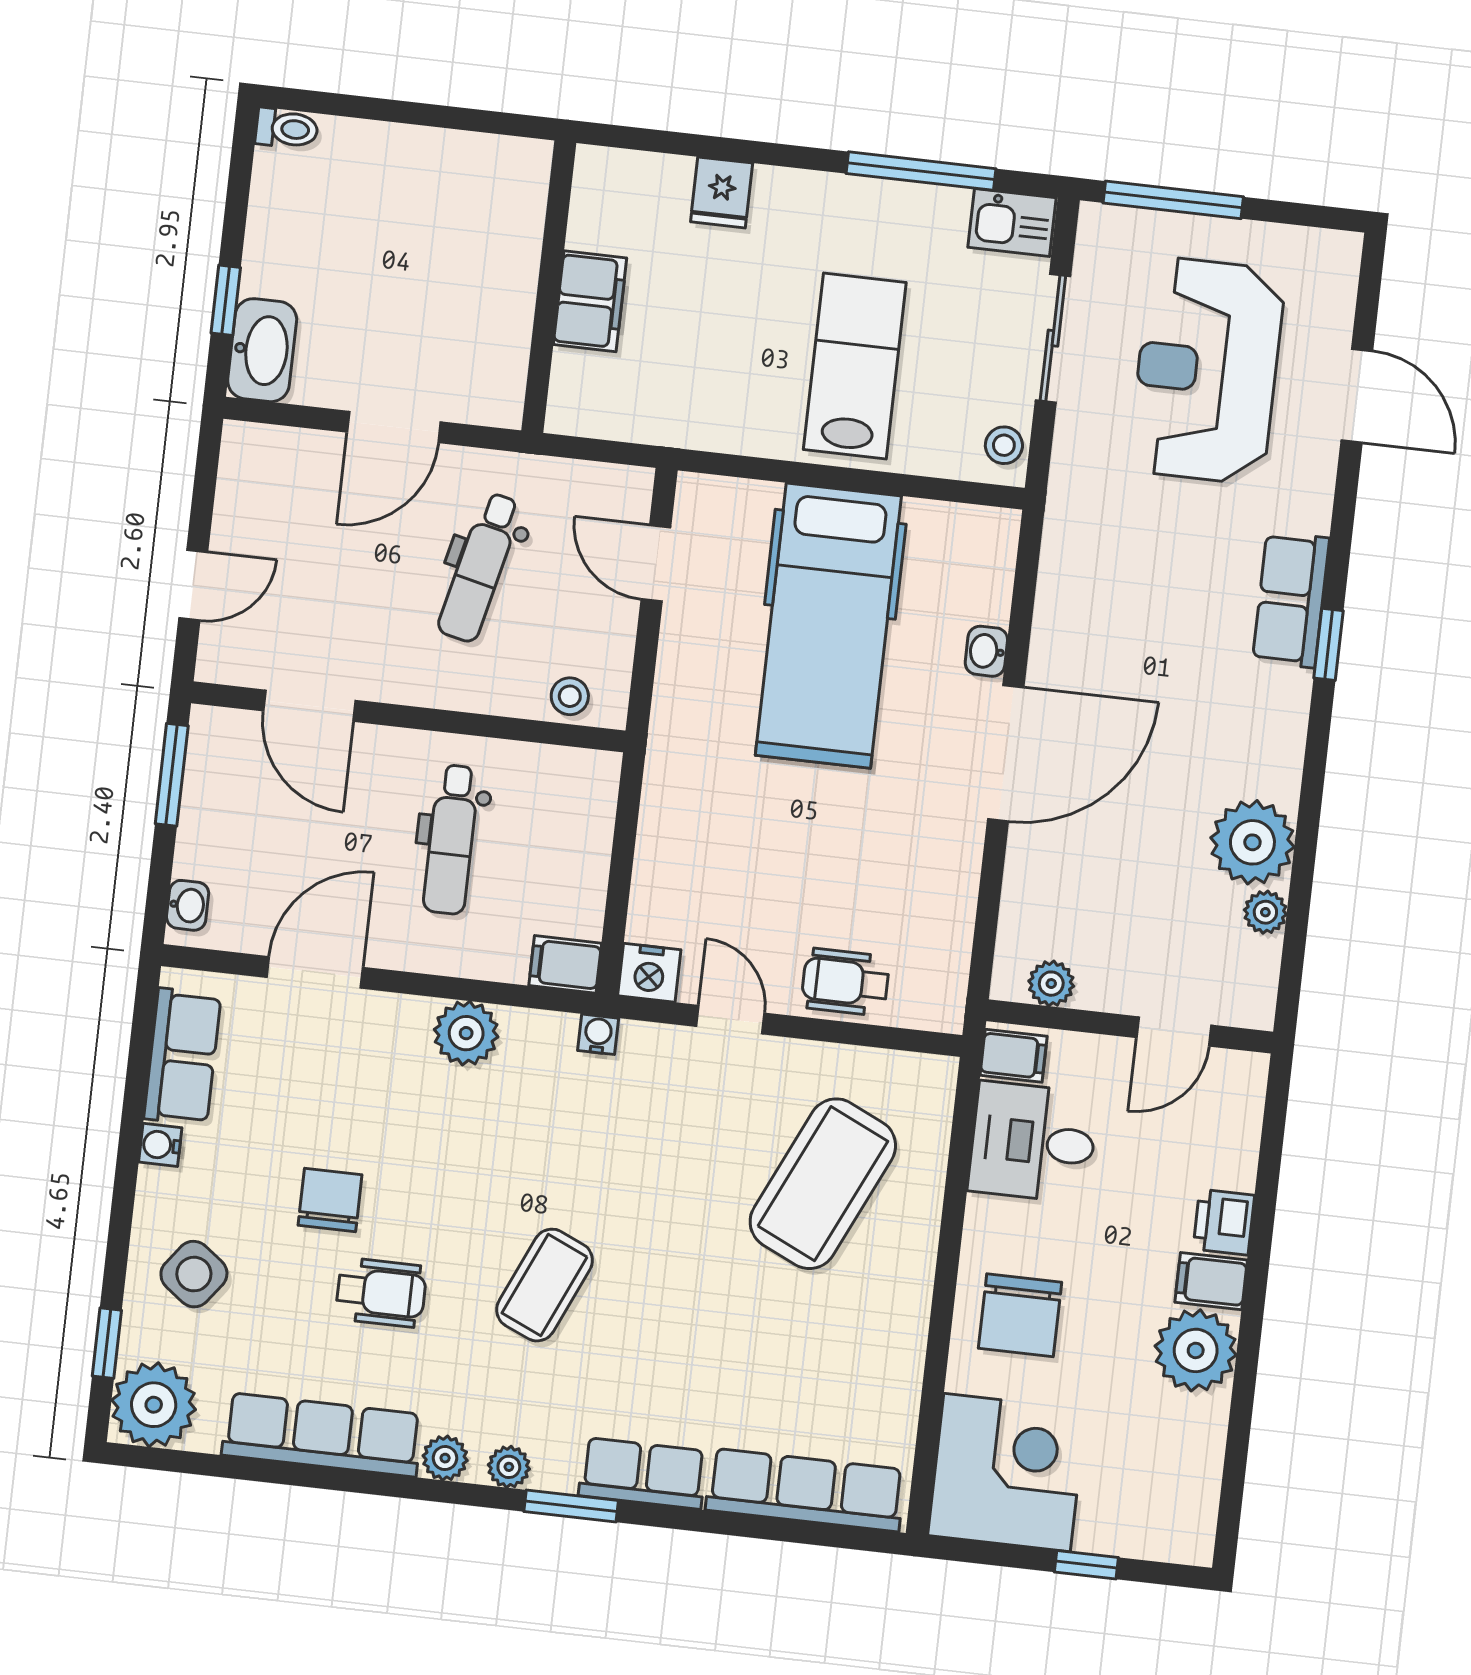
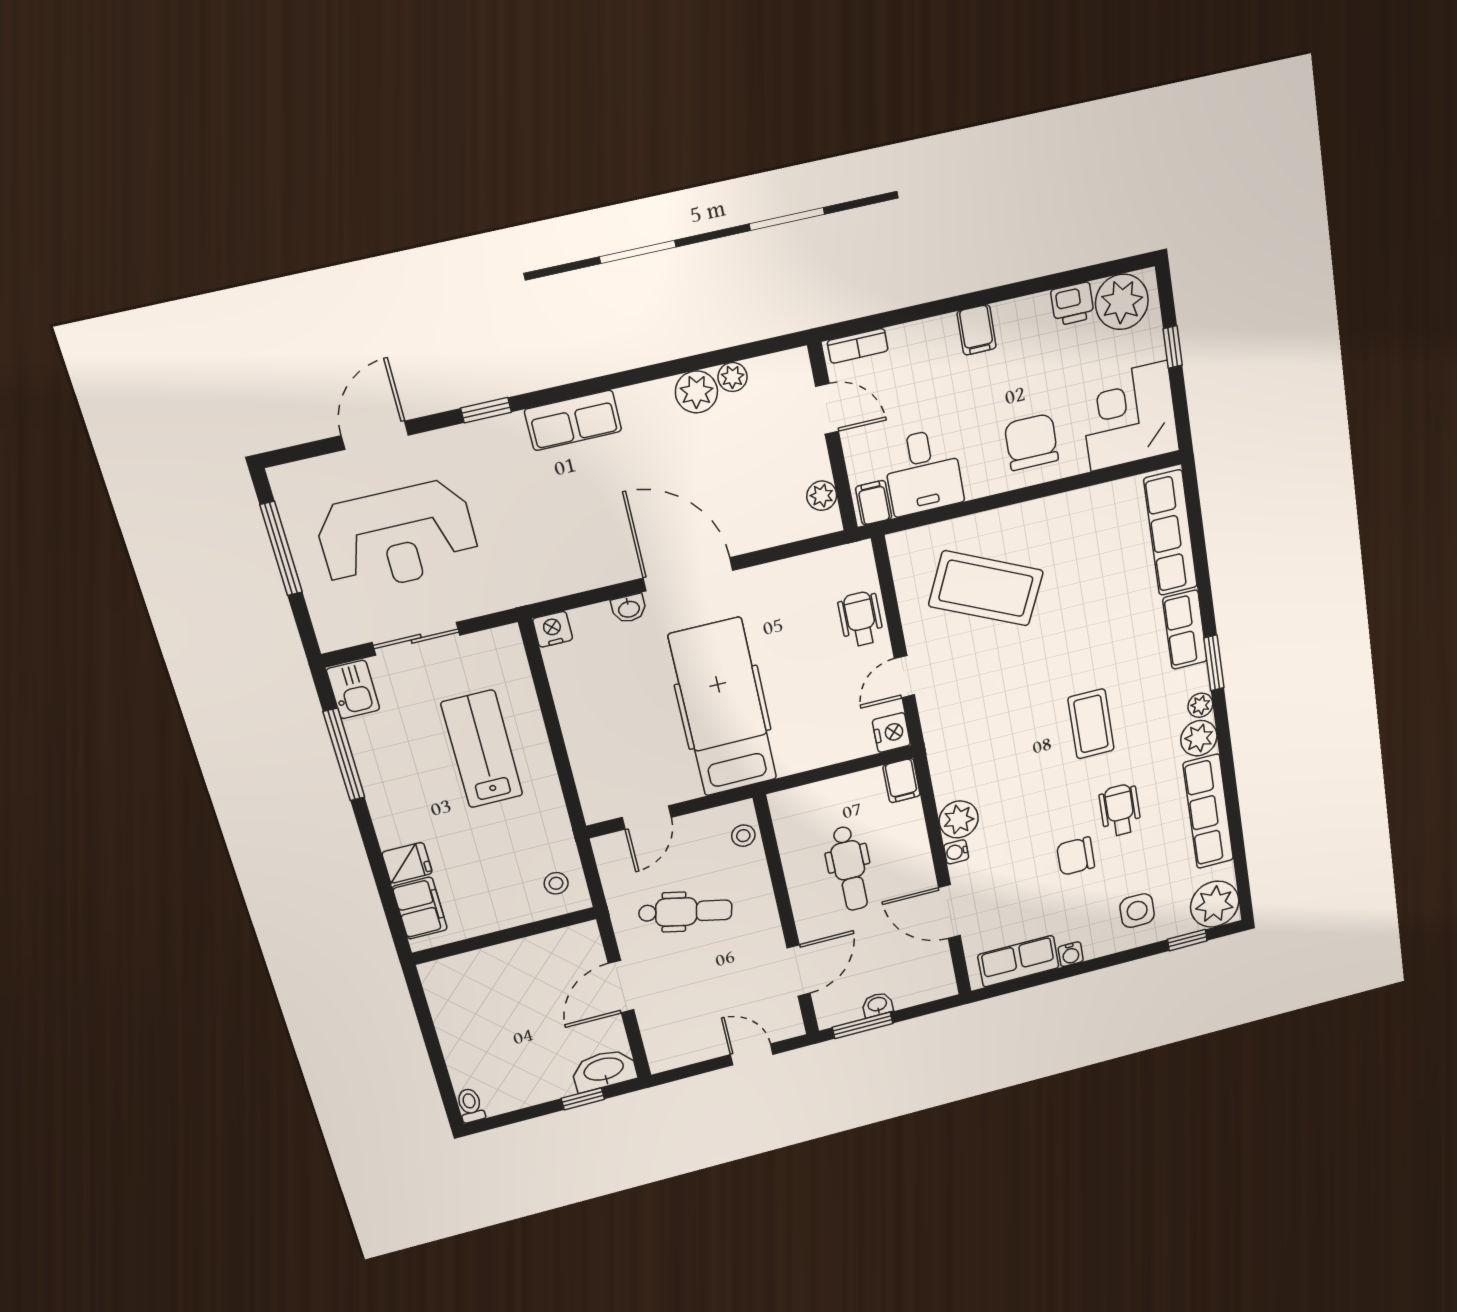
window: (1173, 200) -> (281, 549), moved
filing cabinet: (590, 301) -> (420, 908), moved, turned 90
lab bench: (855, 366) -> (482, 749), turned 90
door: (394, 427) -> (621, 987), swing flipped
stool: (1004, 445) -> (556, 883), moved
nightstand: (996, 533) -> (553, 629), added
row of seats: (1291, 600) -> (573, 420), moved
hospital bed: (828, 626) -> (723, 707), moved, turned -90
window: (1329, 644) -> (486, 410), moved
dental chair: (451, 840) -> (850, 868), turned 90
plant: (1252, 842) -> (696, 392), width x0.73, depth x0.73
washbasin: (188, 905) -> (877, 1005), moved
wheelchair: (845, 982) -> (861, 619), turned 180
water cooler: (598, 1034) -> (956, 852), moved
bookcase: (1248, 1103) -> (858, 346), added
printer: (1224, 1222) -> (1072, 304), moved
side table: (194, 1274) -> (1137, 911), turned -37
coffee table: (544, 1285) -> (1091, 724), turned 66
chair: (1020, 1315) -> (1031, 442), turned -90
plant: (1196, 1350) -> (1122, 302), moved
plant: (445, 1458) -> (1199, 738), width x1.38, depth x1.38

